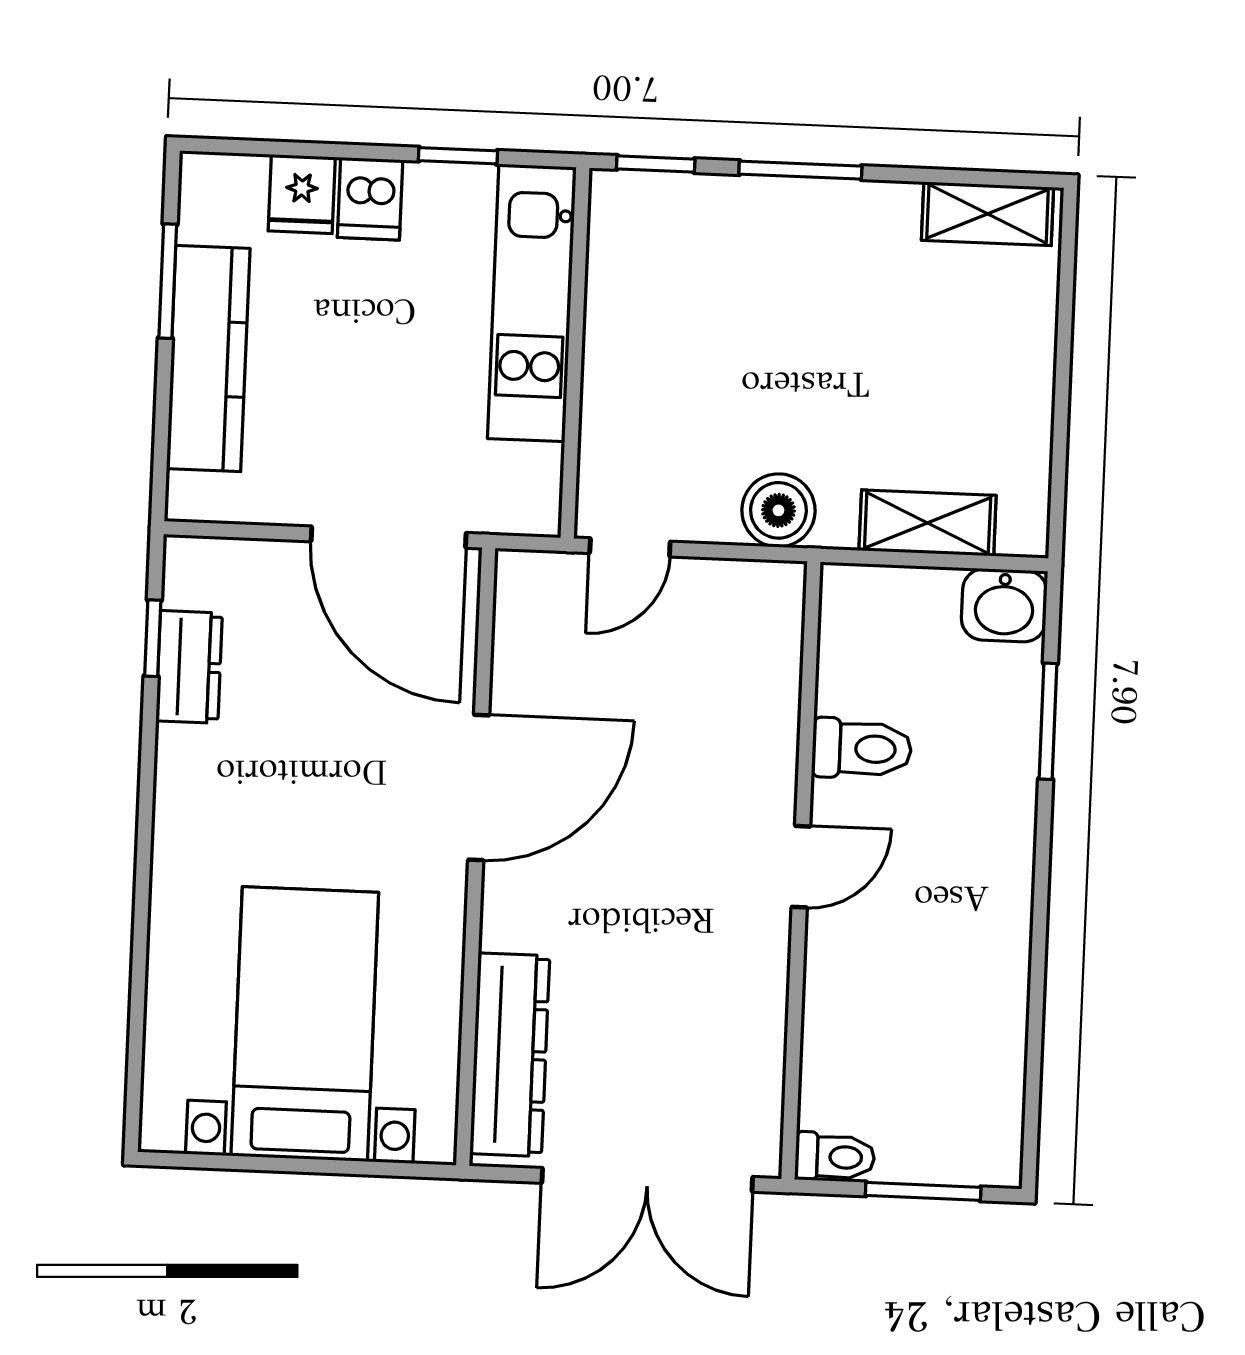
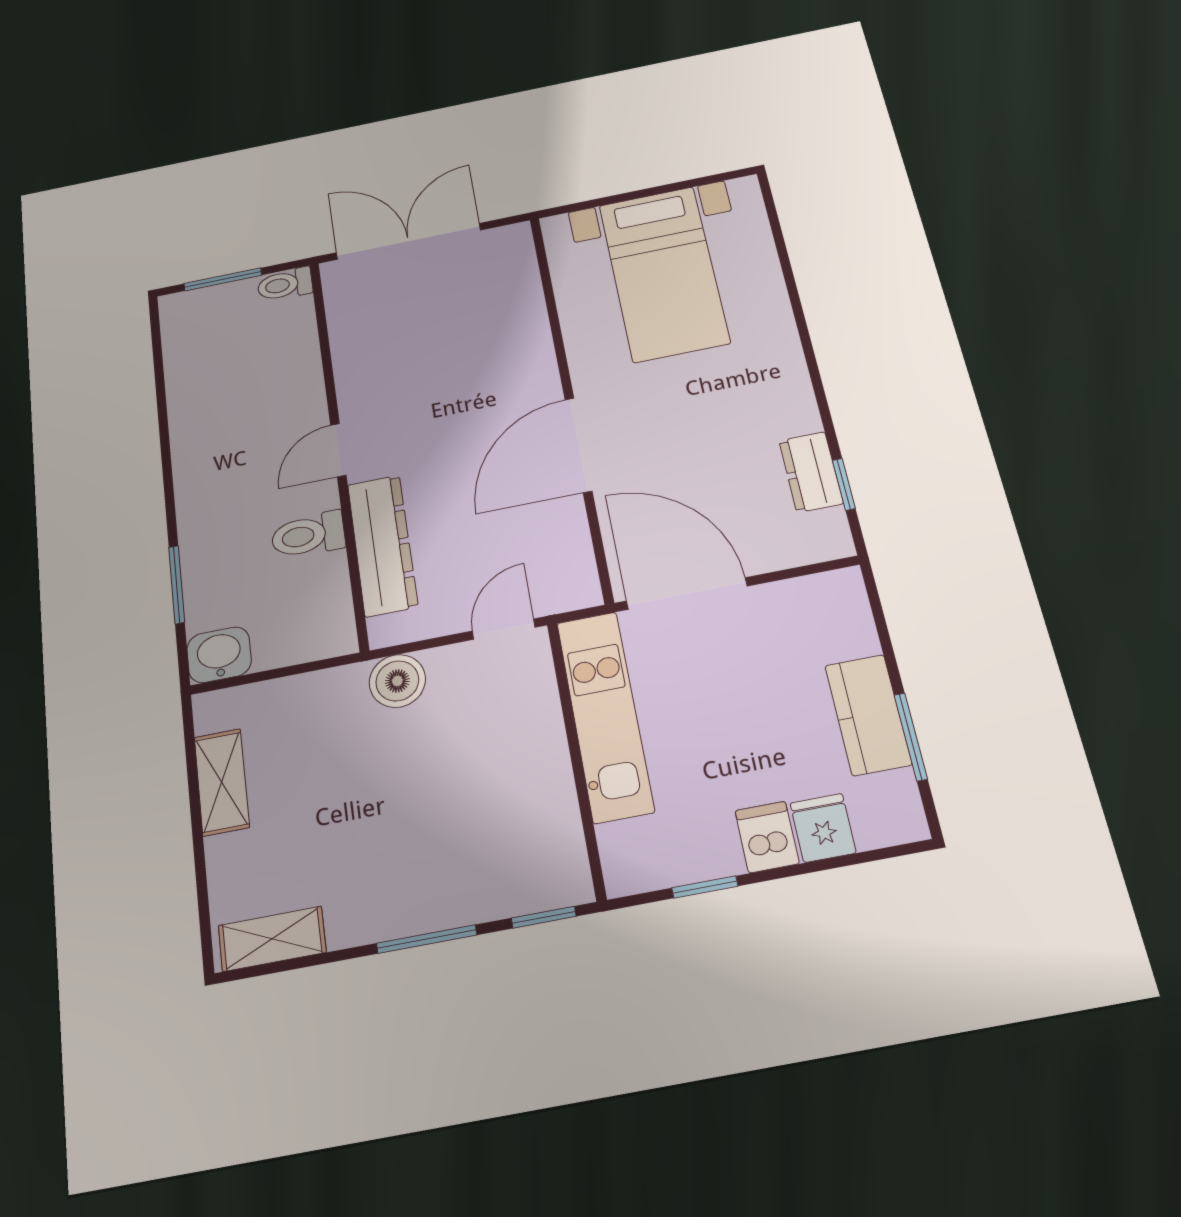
kitchen unit: (532, 303) -> (605, 716), moved
kitchen counter: (208, 359) -> (868, 715), width x0.67
shelving: (928, 523) -> (222, 782), moved, turned 90
dresser: (510, 1055) -> (382, 545), moved, turned 180

